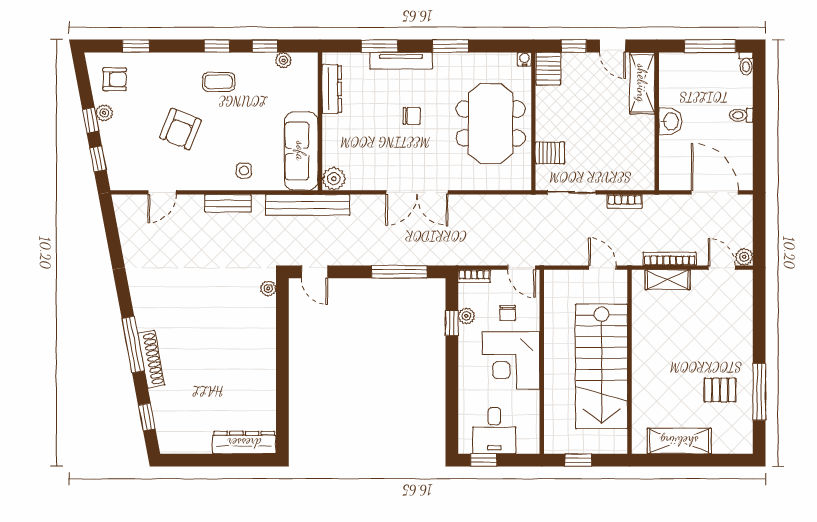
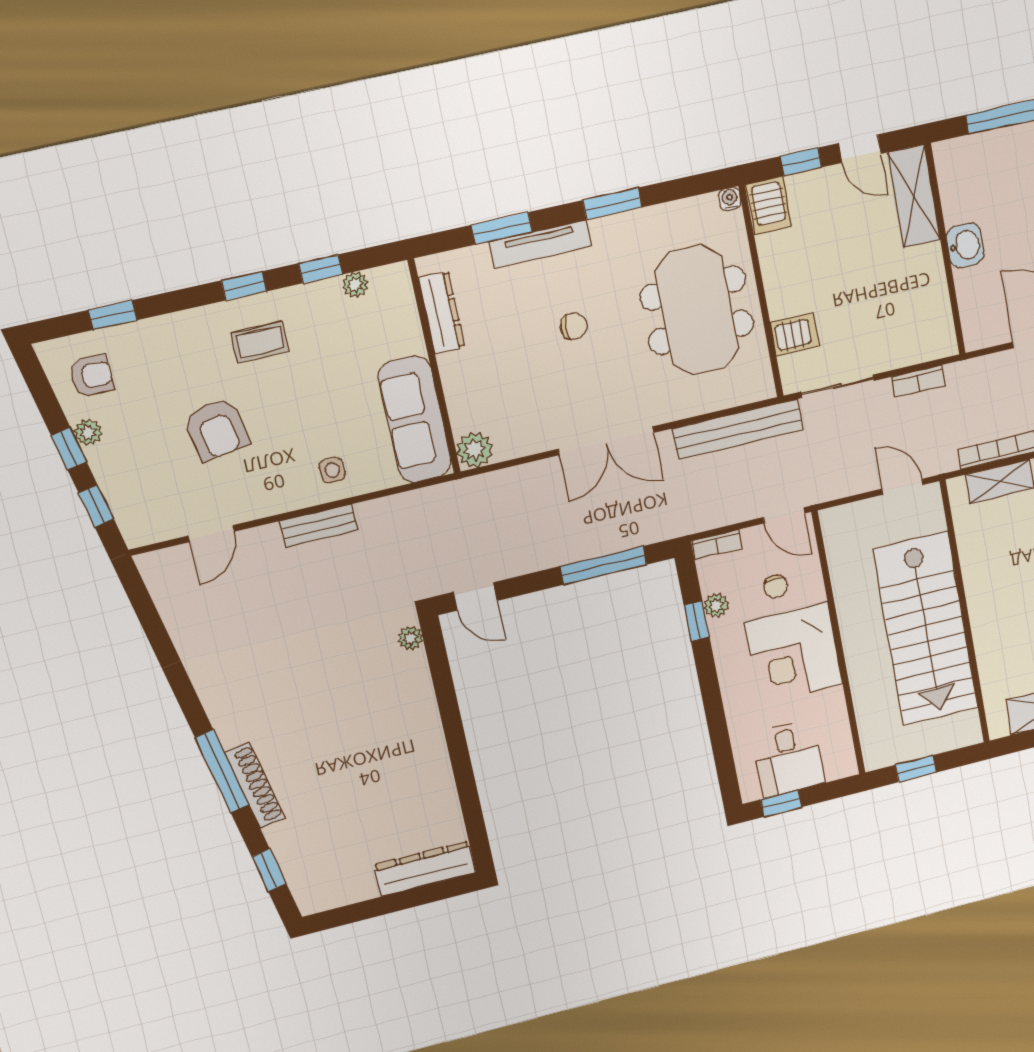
armchair: (180, 129) -> (217, 429), turned -32
bench: (308, 205) -> (738, 429), moved

